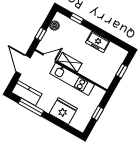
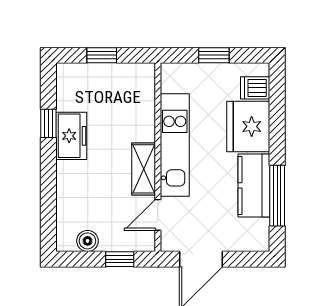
window: (77, 19) -> (48, 123), moved
door: (49, 58) -> (158, 215), hinge flipped
kitchen counter: (27, 93) -> (254, 185), moved
dishwasher: (76, 122) -> (255, 88), added

